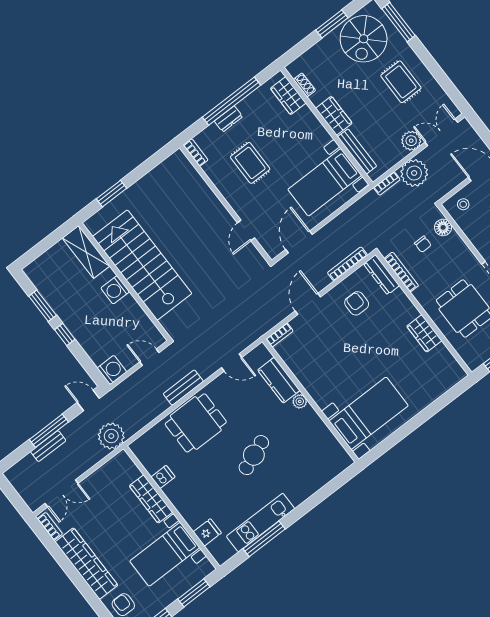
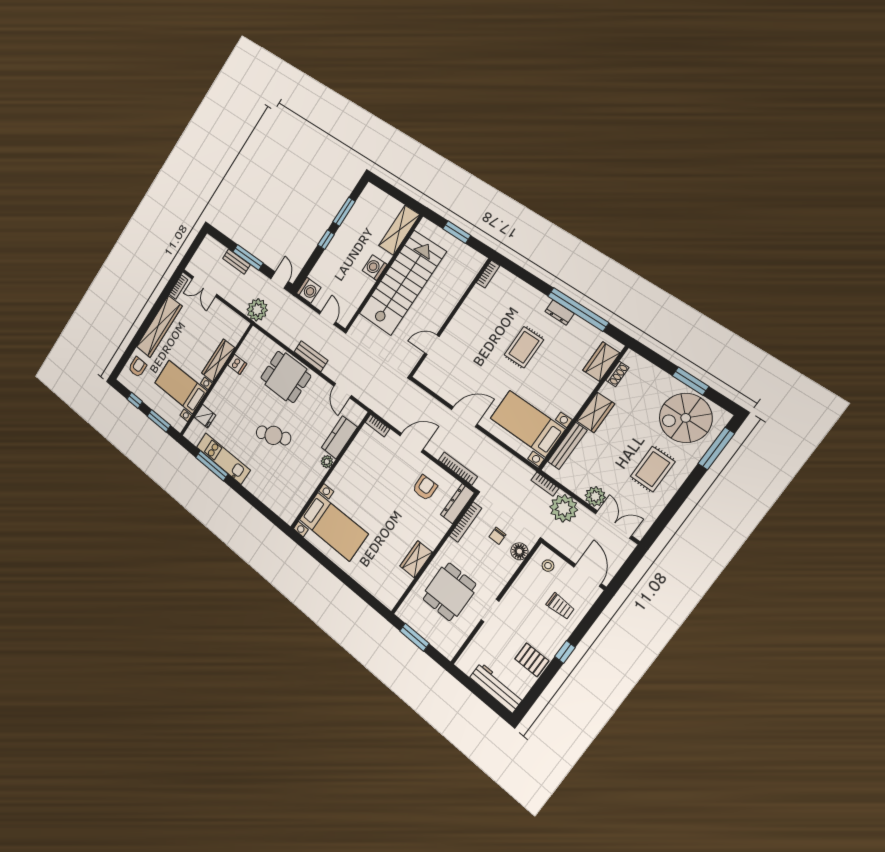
bookcase: (196, 153) -> (488, 274), moved
wall: (226, 204) -> (450, 318), moved
door: (246, 230) -> (432, 345), moved

